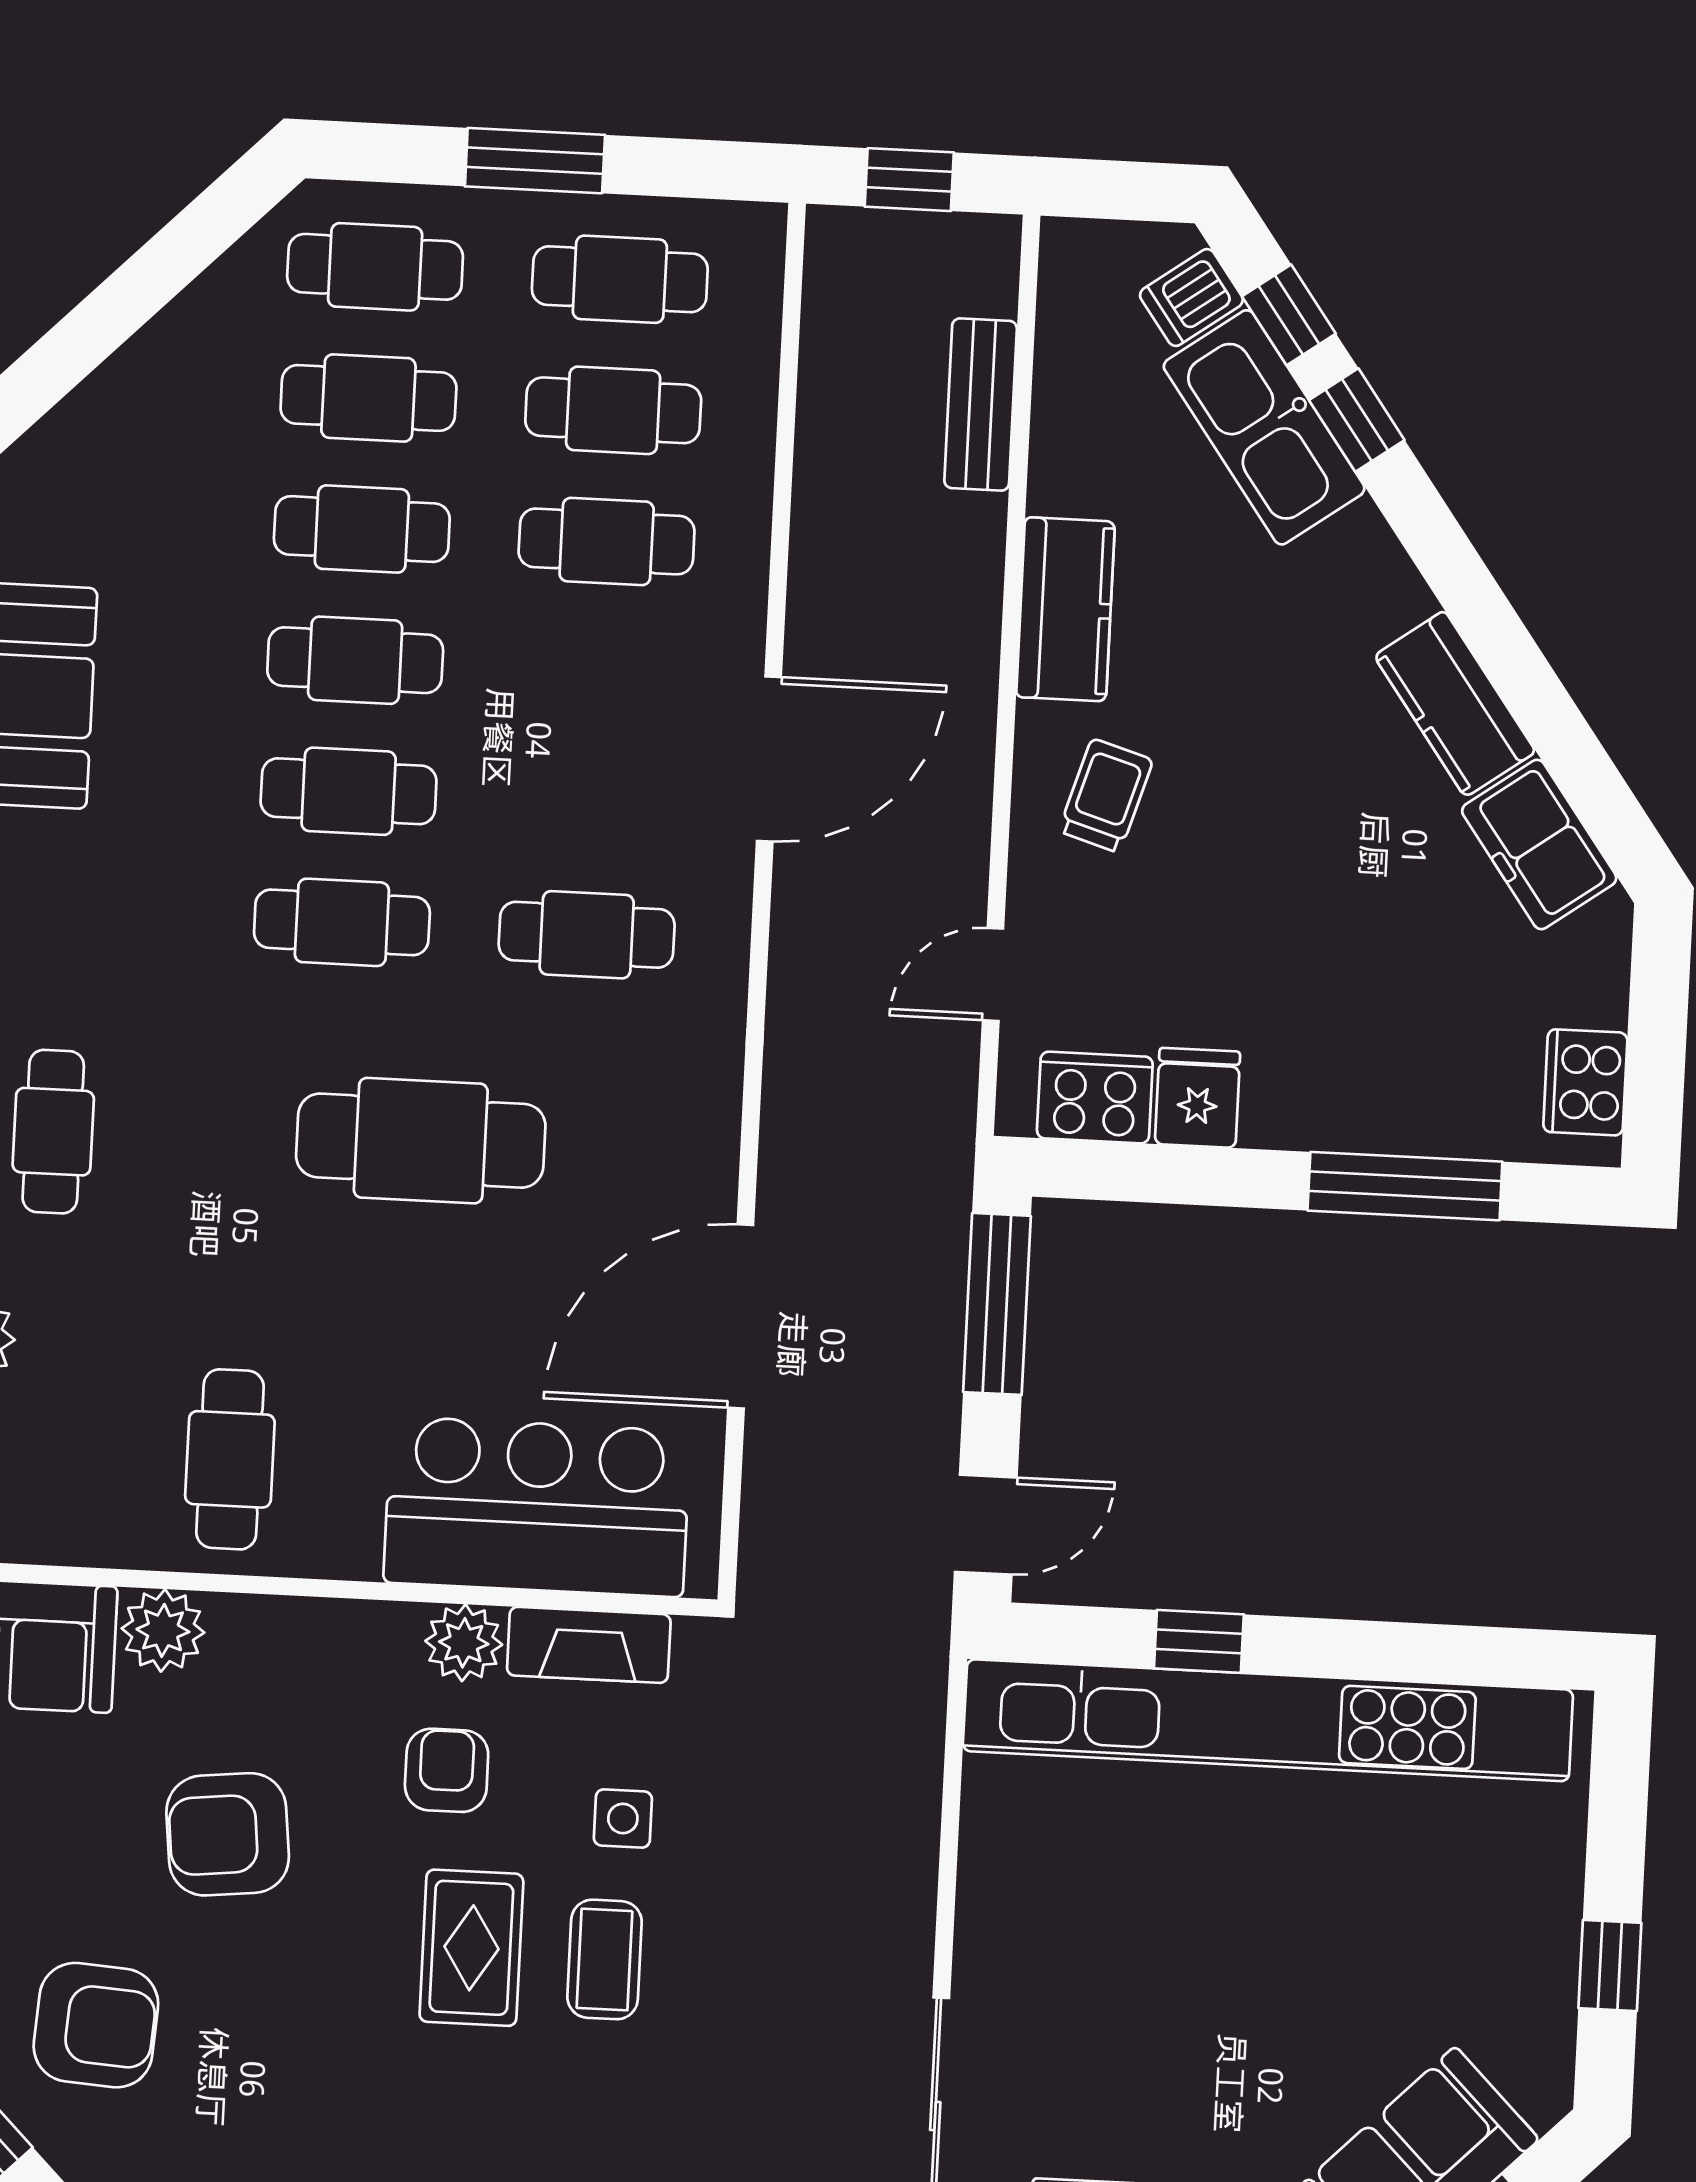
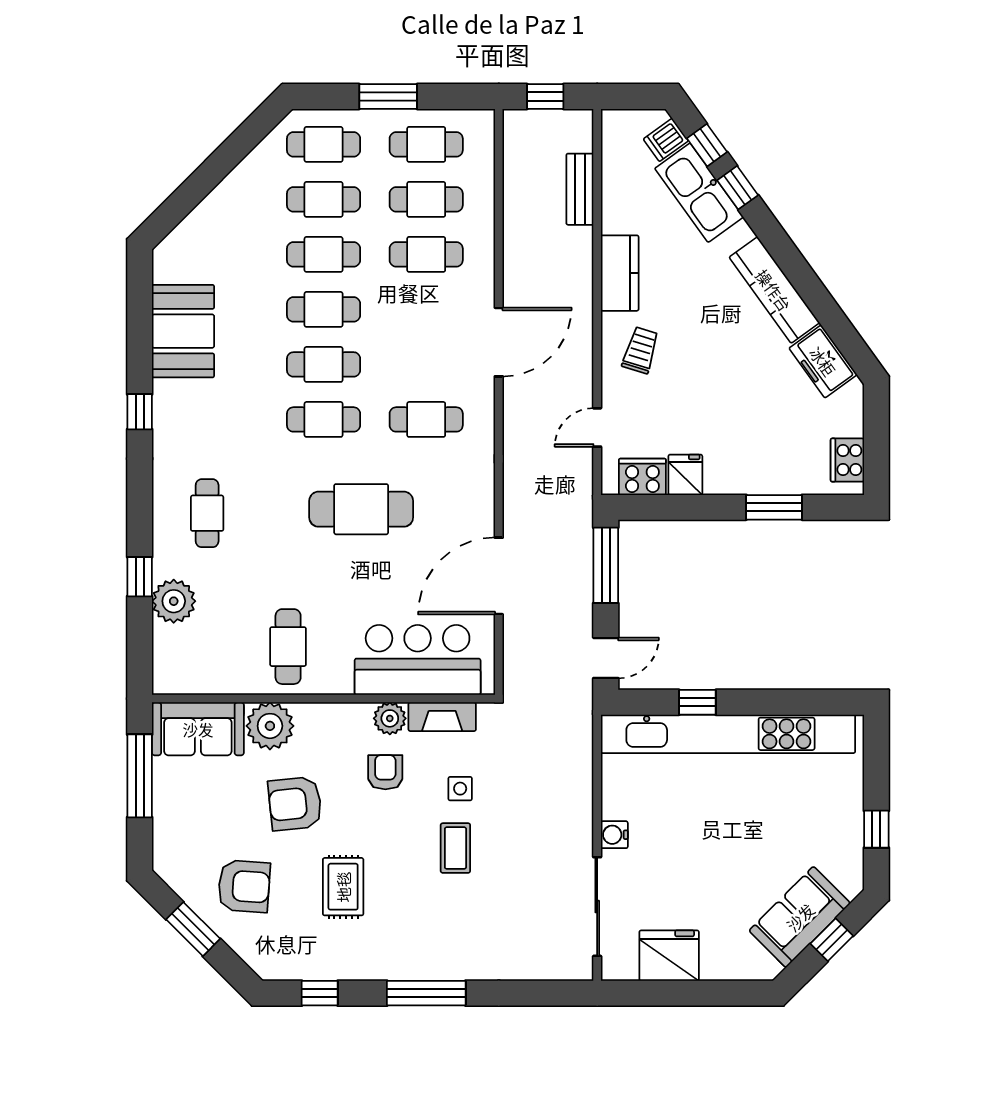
kitchen counter: (1455, 704) -> (774, 290), width x1.50
window: (1405, 1186) -> (774, 507), width x0.69
plant: (163, 1630) -> (270, 726), width x1.36, depth x1.36
water cooler: (985, 1947) -> (614, 835), added
rug: (471, 1948) -> (343, 887), moved

